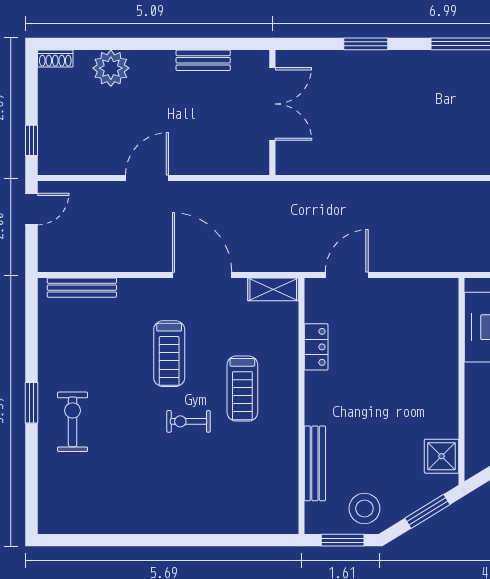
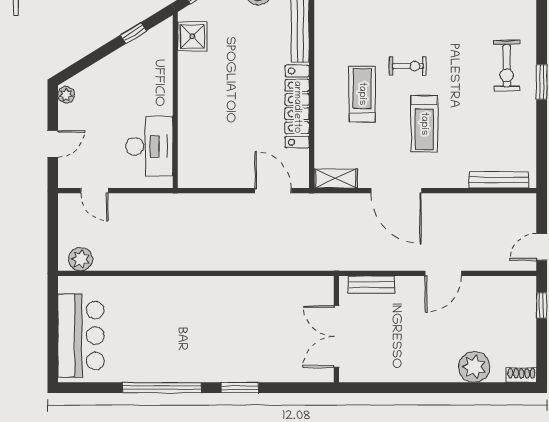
window: (366, 44) -> (240, 388), moved
bench: (203, 60) -> (371, 285), moved
door: (347, 275) -> (273, 191), swing flipped
locker: (316, 347) -> (297, 107), width x2.16, depth x1.21
treadmill: (169, 354) -> (424, 124), turned 180

